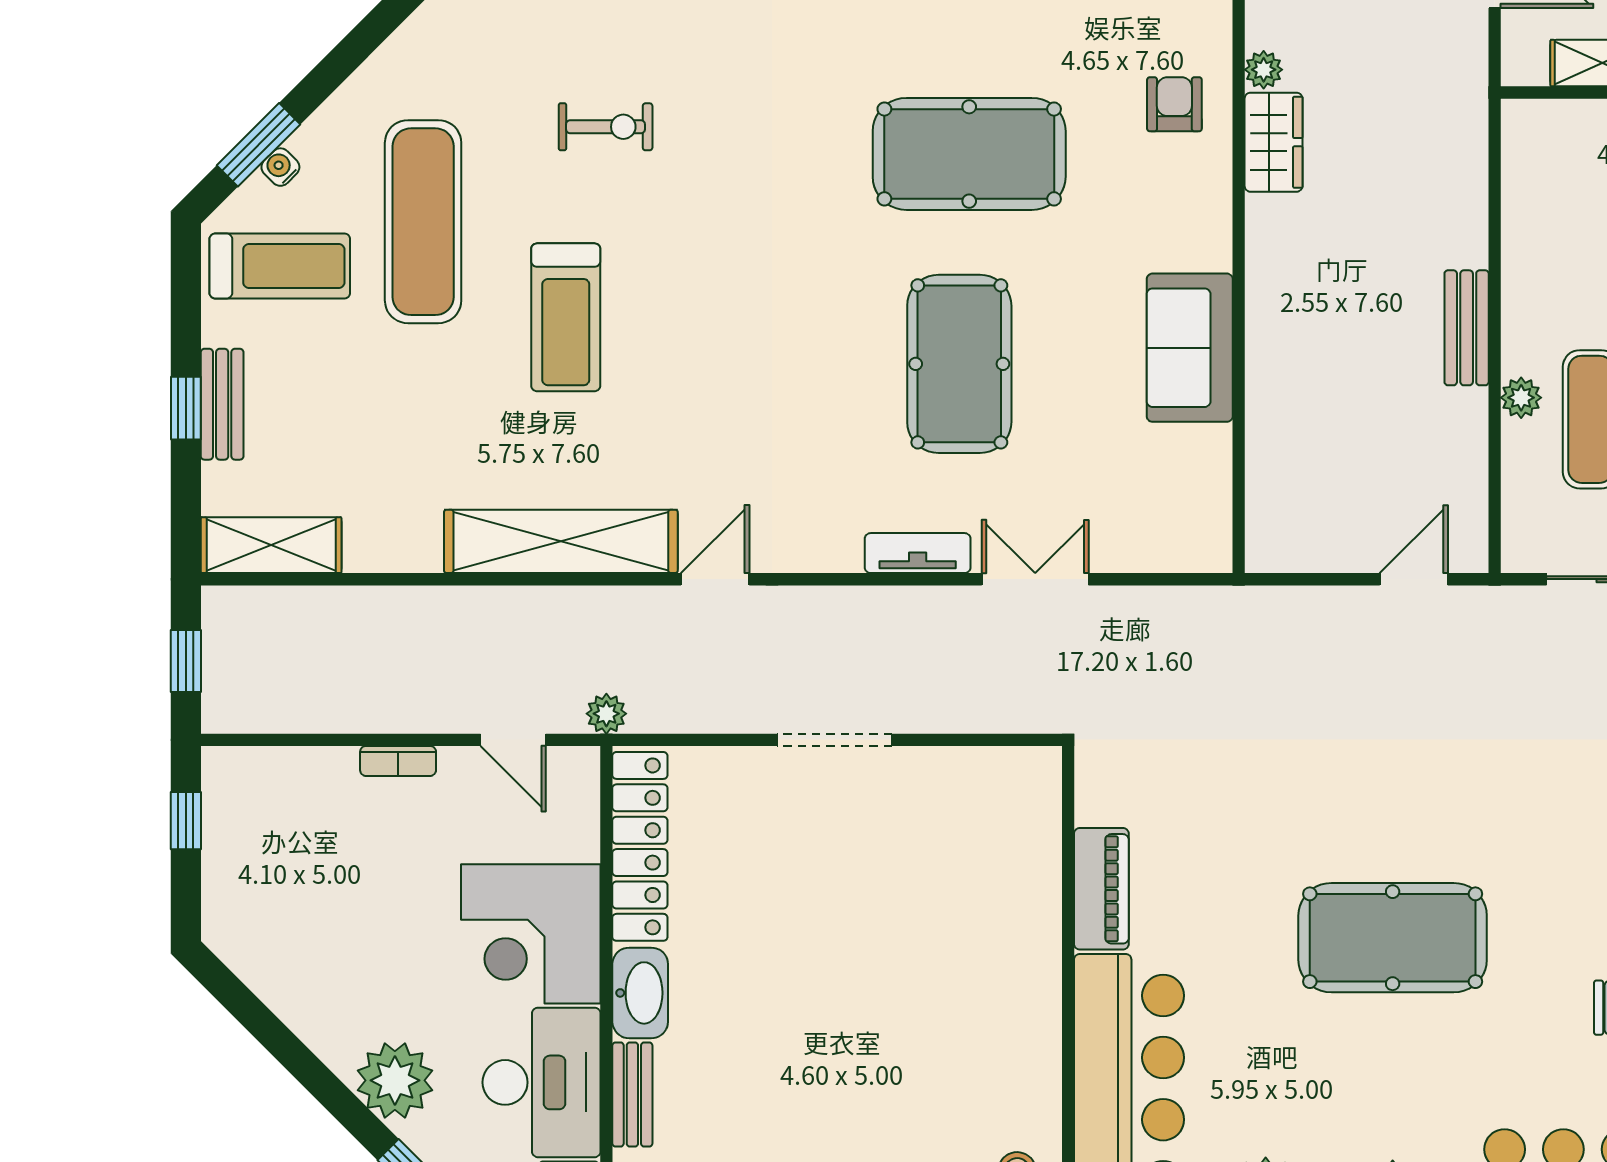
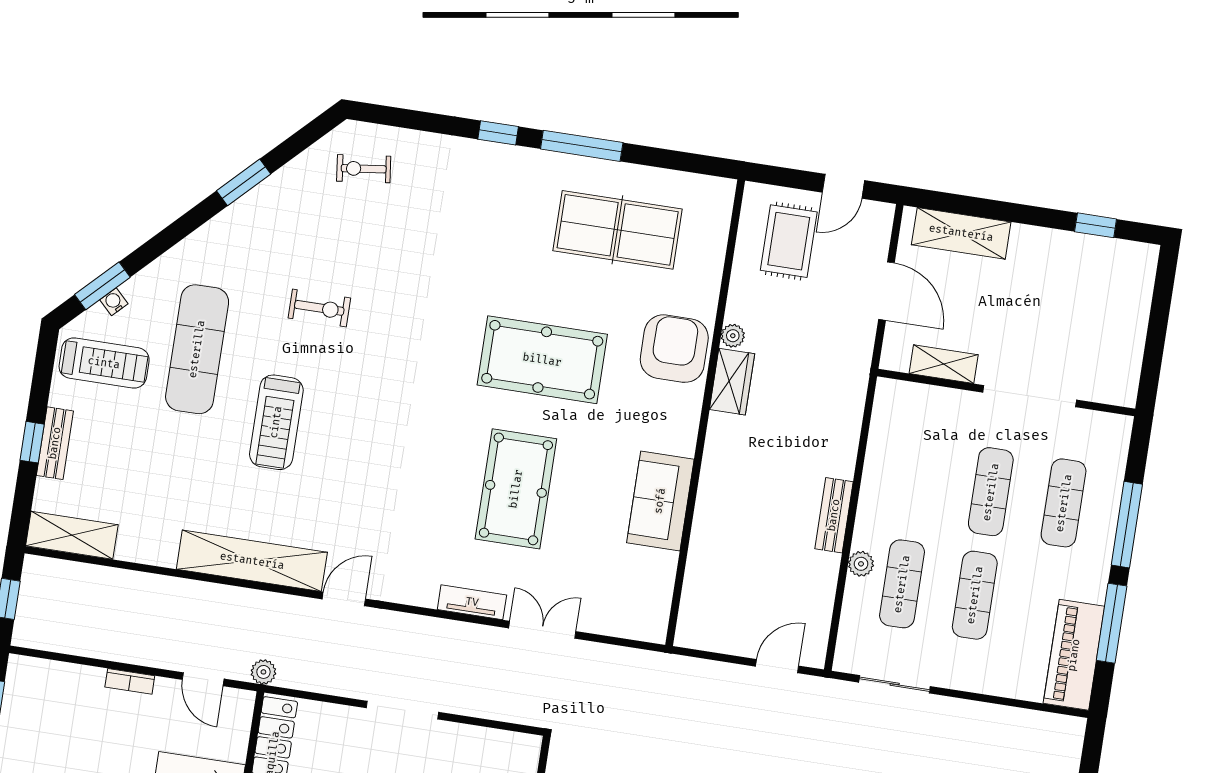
armchair: (1174, 104) -> (674, 349), width x1.88, depth x1.88

